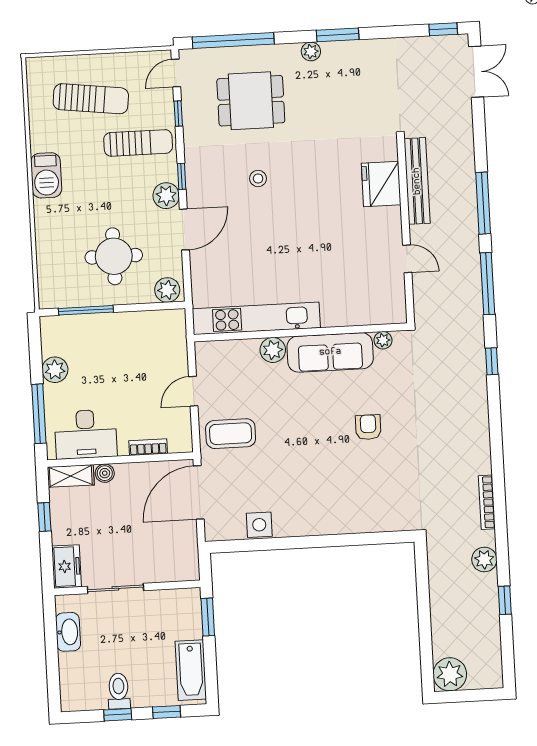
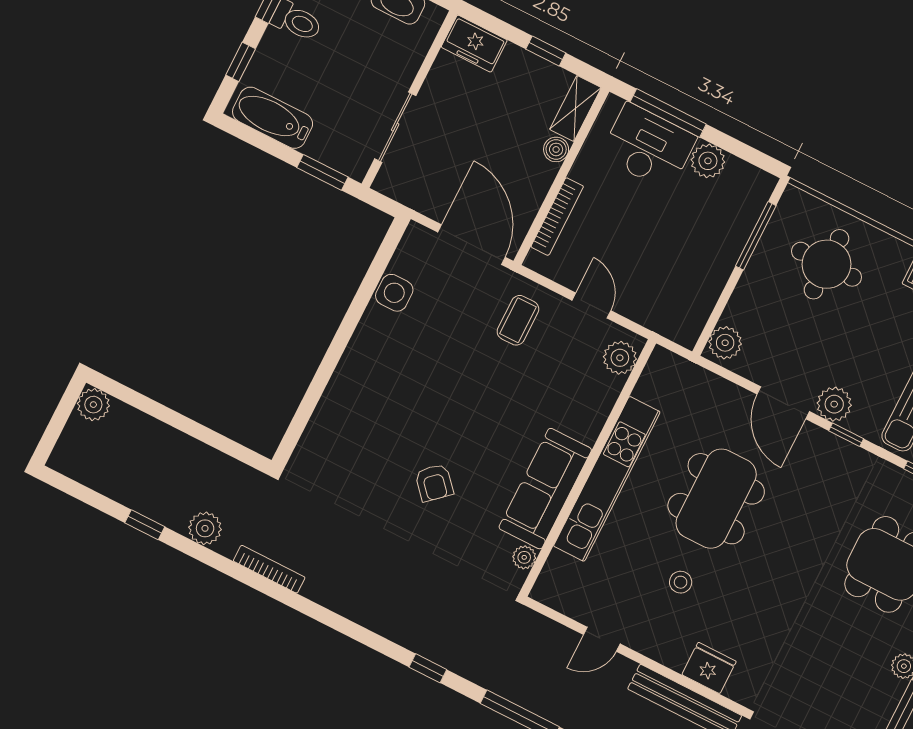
stool: (258, 179) -> (681, 582), moved
fridge: (381, 184) -> (709, 668), width x0.73, depth x0.75
dining table: (272, 237) -> (716, 499), added
round table: (114, 256) -> (827, 264), moved
kitchen unit: (256, 318) -> (607, 479), moved
plant: (273, 350) -> (620, 358), moved
armchair: (368, 427) -> (434, 483), turned 48
desk: (86, 434) -> (648, 147), moved, turned 90
coffee table: (231, 434) -> (518, 320), width x0.73, depth x0.77
bookcase: (148, 447) -> (557, 217), width x1.56
sliding door: (115, 588) -> (395, 127), moved
plant: (450, 674) -> (93, 405), width x0.73, depth x0.73

